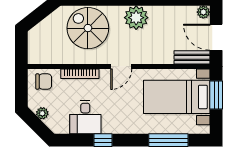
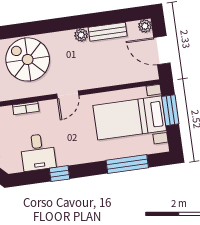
plant: (136, 18) -> (81, 35), width x0.53, depth x0.53
bench: (192, 57) -> (108, 32), moved
bookcase: (80, 74) -> (26, 108), width x0.64

